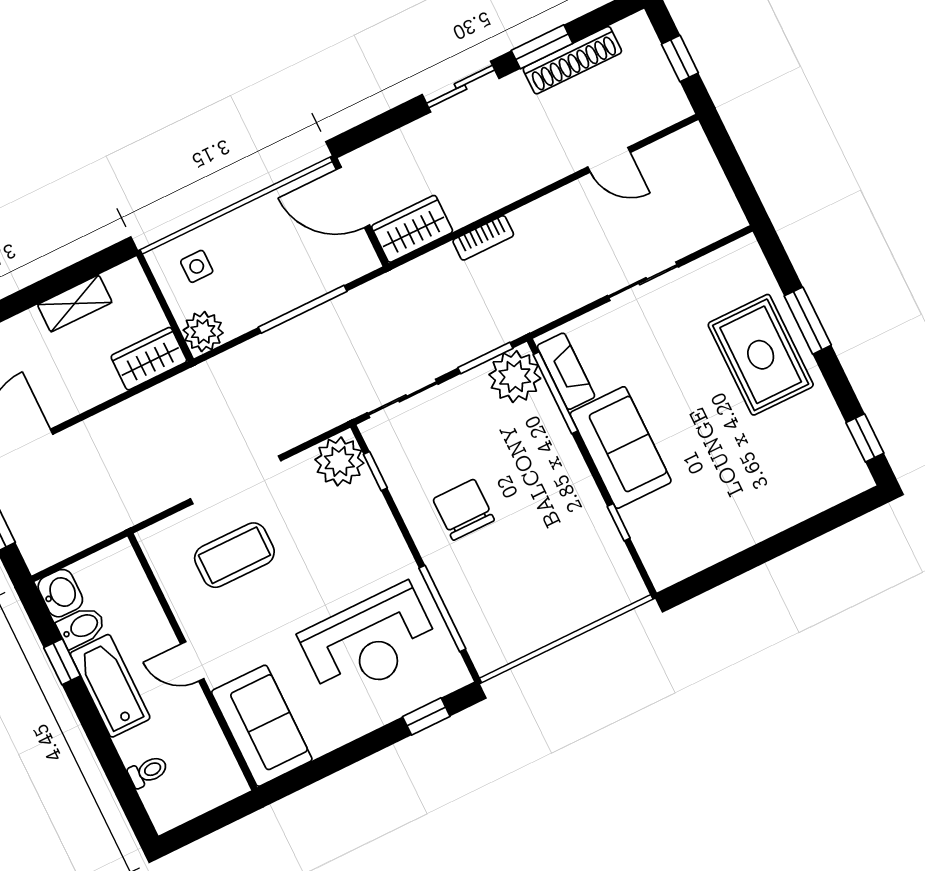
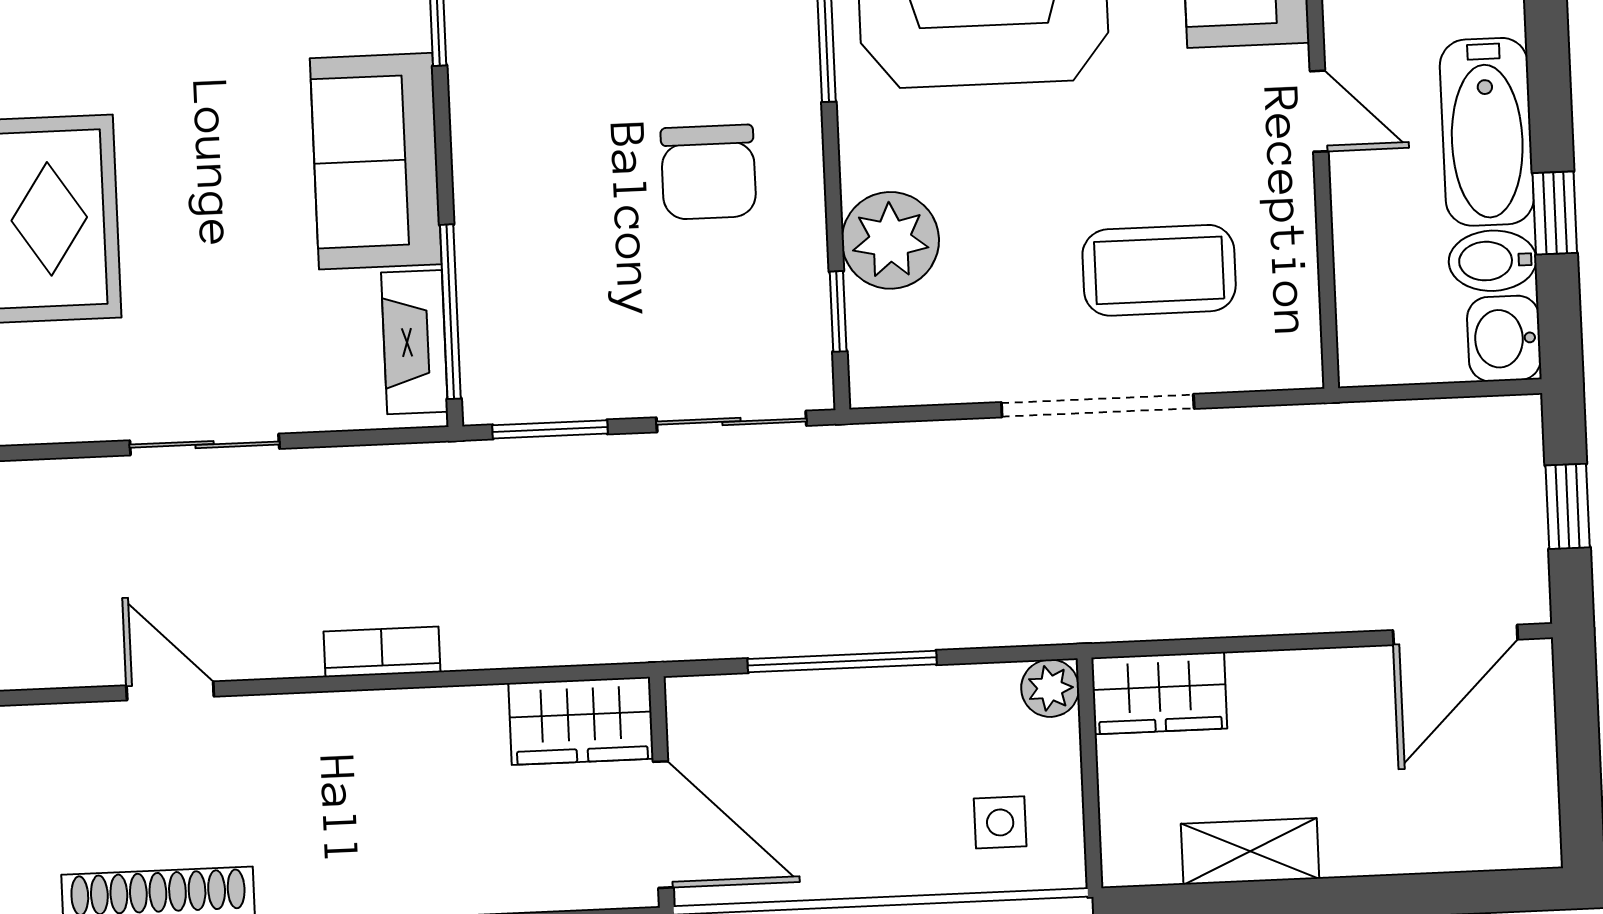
bookcase: (483, 238) -> (382, 652), moved
plant: (203, 332) -> (1050, 688), width x0.73, depth x0.73
plant: (515, 377) -> (511, 373), removed
plant: (339, 461) -> (890, 240), moved

